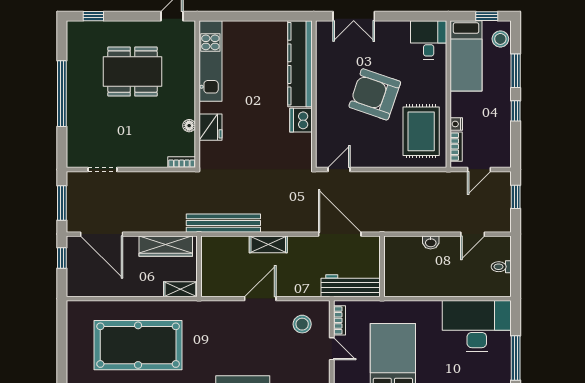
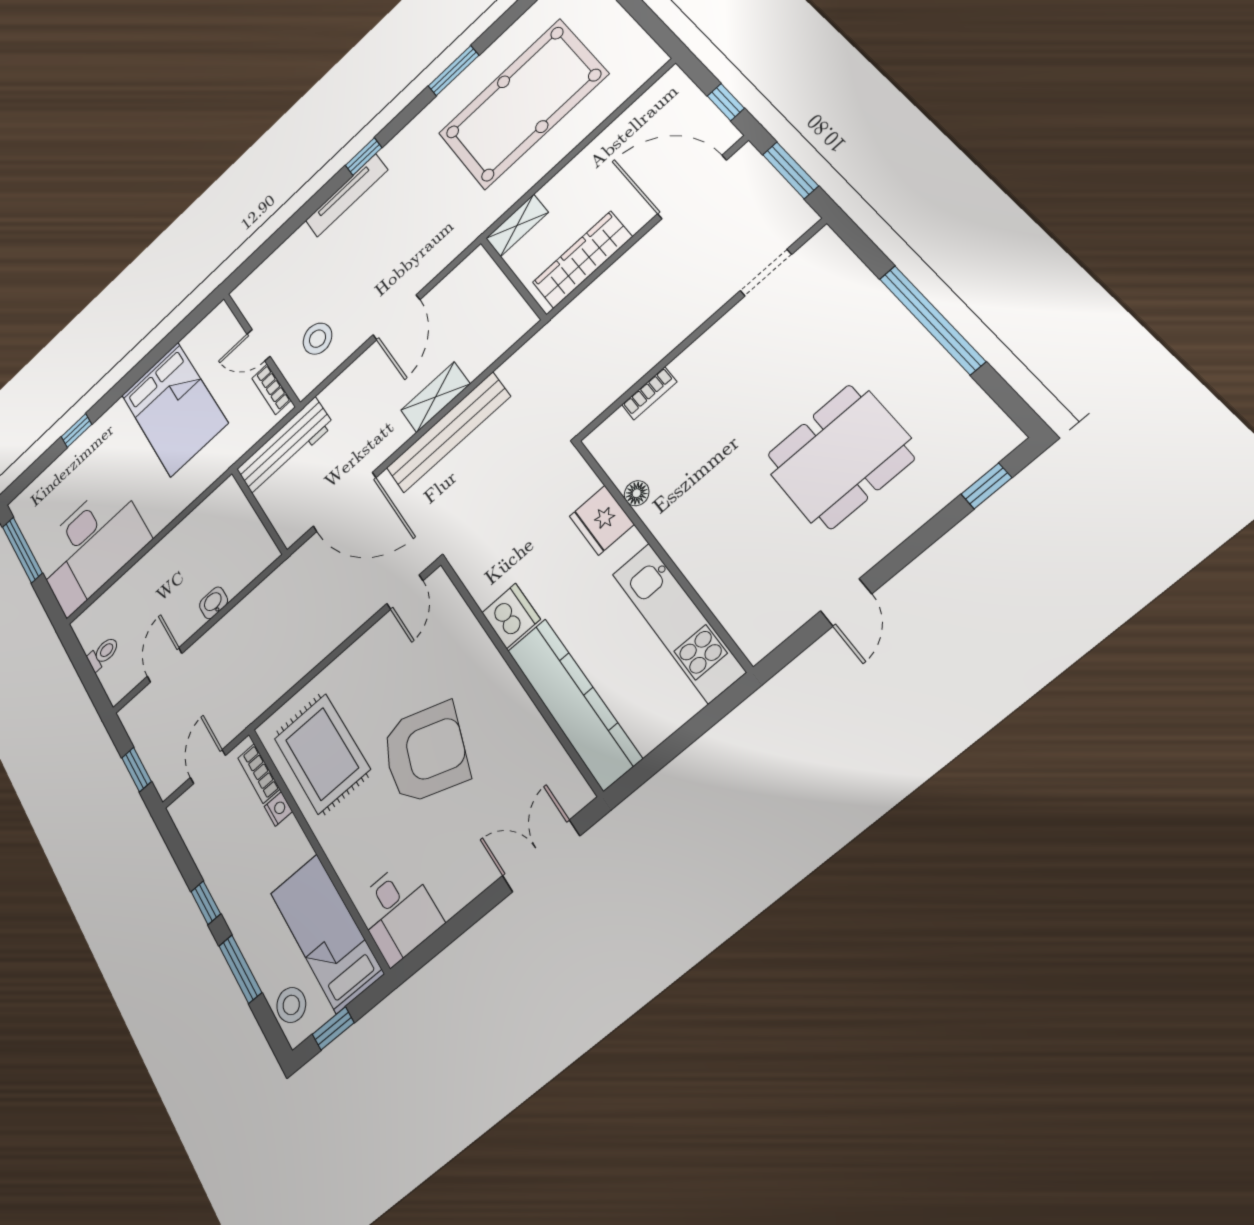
kitchen unit: (210, 61) -> (678, 622), moved
wall: (197, 94) -> (660, 552), moved
floor lamp: (189, 126) -> (637, 493), moved
fridge: (210, 127) -> (602, 520), moved
bench: (223, 223) -> (448, 432), moved

